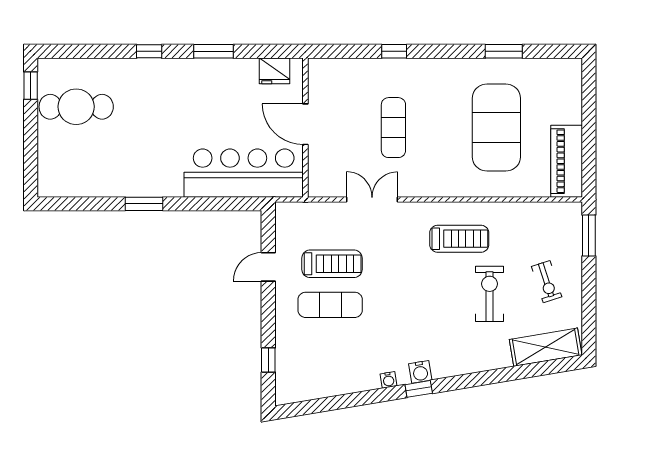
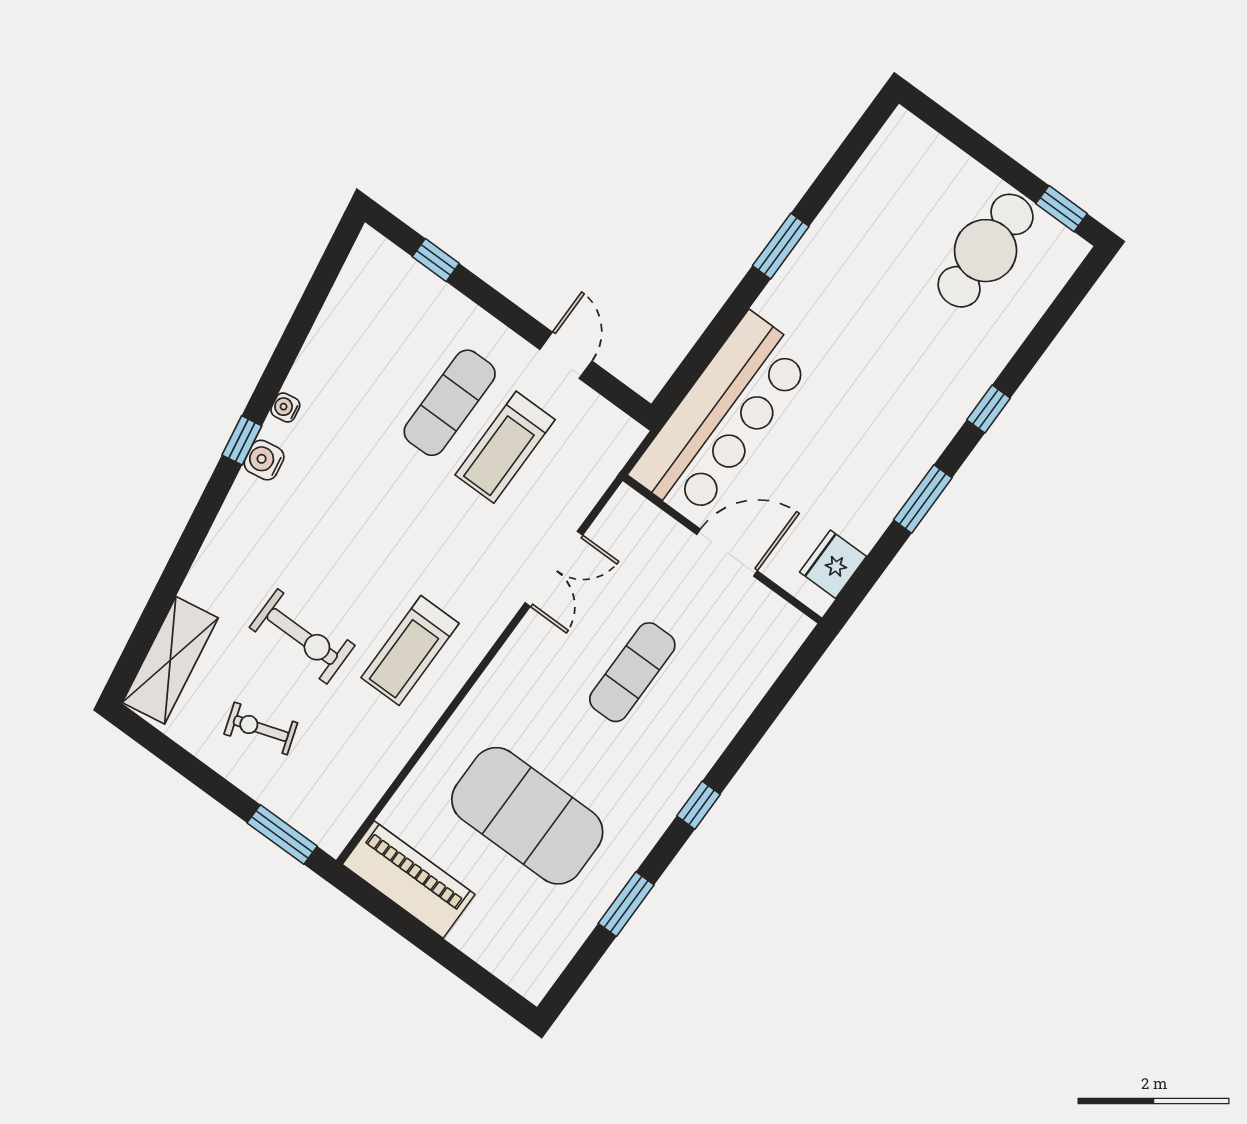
window: (394, 51) -> (699, 805), moved
exercise mat: (393, 128) -> (632, 672), turned 90

